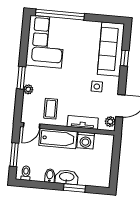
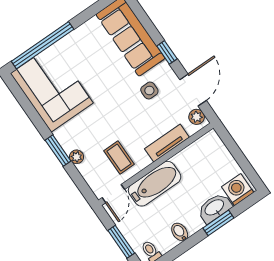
window: (125, 58) -> (167, 52), moved
washing machine: (86, 140) -> (238, 190), moved, turned 180
washbasin: (67, 177) -> (215, 208), moved

